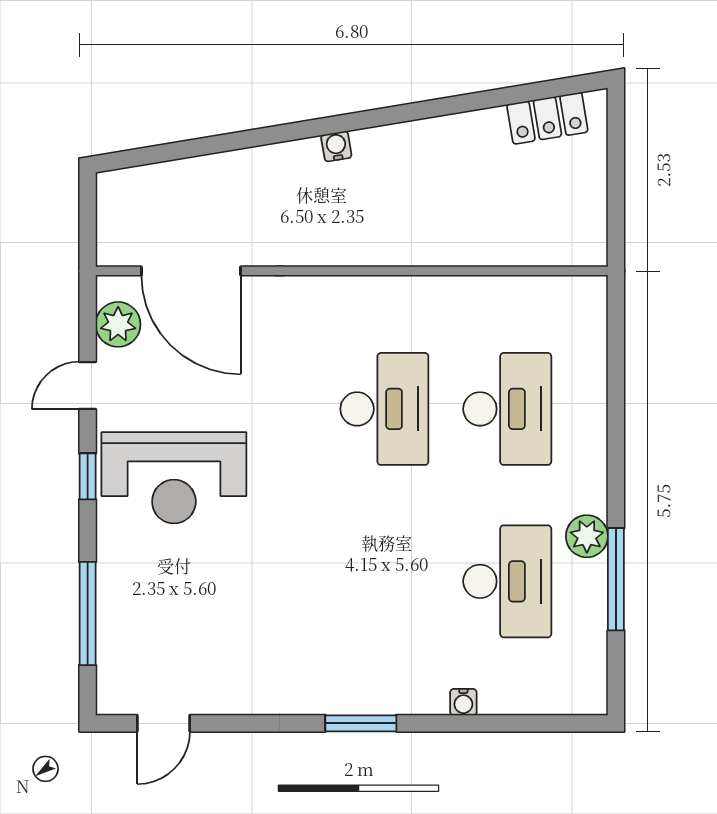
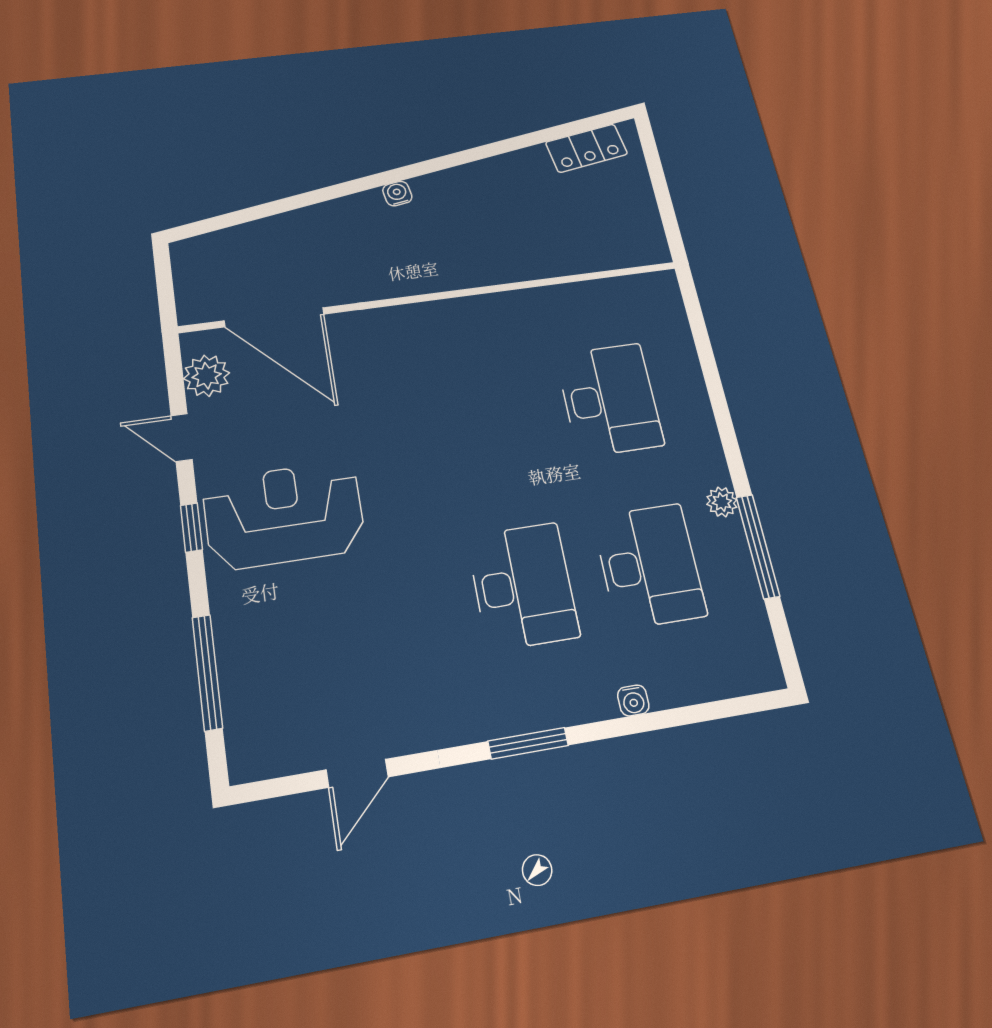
door: (88, 385) -> (182, 438), hinge flipped
desk: (384, 409) -> (523, 586), moved
reception desk: (174, 478) -> (284, 515), turned 180
plant: (587, 536) -> (722, 502), width x0.73, depth x0.73
door: (164, 723) -> (357, 773), moved

